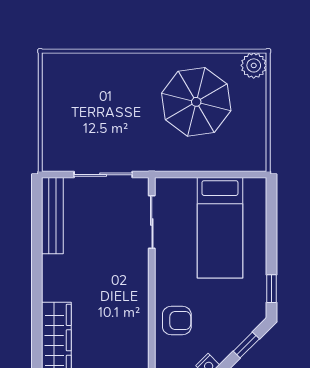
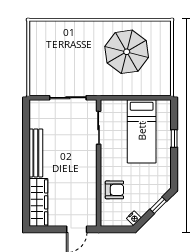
plant: (254, 65) -> (163, 29), removed
bench: (52, 216) -> (36, 153), moved
window: (271, 289) -> (174, 139), moved

